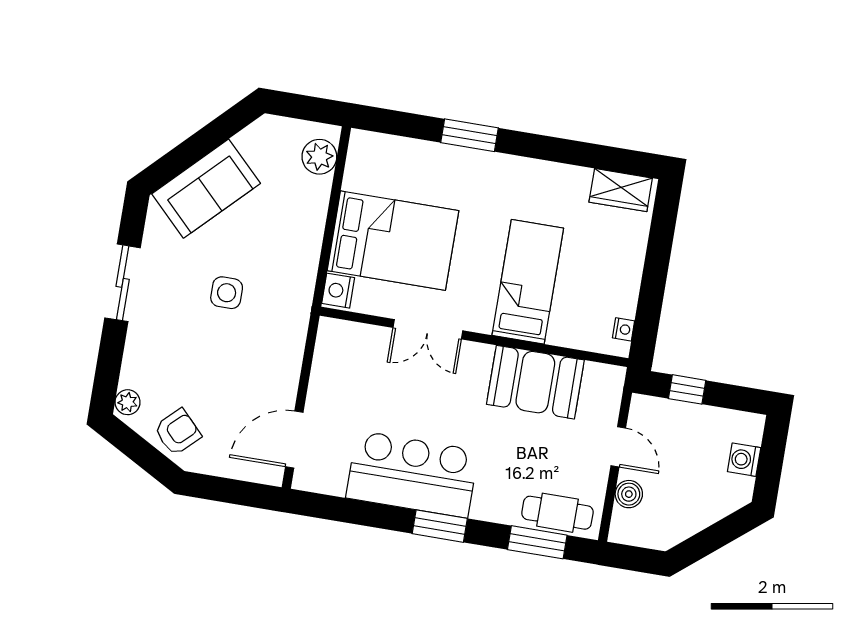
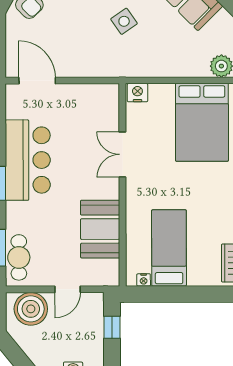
bed: (393, 241) -> (202, 122), moved
bed: (528, 282) -> (169, 248), moved, turned -90
side table: (227, 293) -> (124, 21), turned -35
boiler: (629, 494) -> (31, 309), width x1.86, depth x1.86

